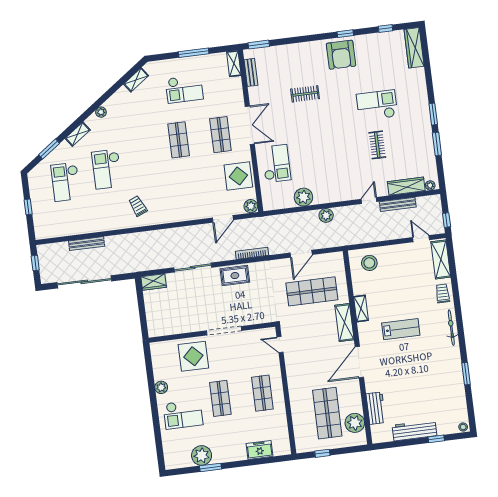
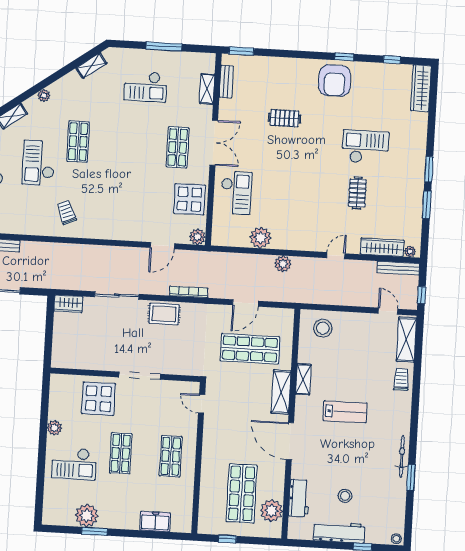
shelving: (234, 64) -> (207, 89), moved
shop shelf: (179, 140) -> (78, 142), moved
bench: (398, 204) -> (398, 268), moved
bicycle: (451, 328) -> (402, 456), moved
door: (359, 362) -> (290, 441), hinge flipped
stool: (414, 399) -> (345, 496), added

